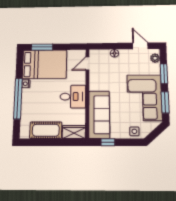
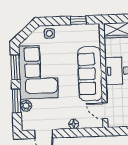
plant: (155, 58) -> (26, 106), moved
door: (87, 63) -> (105, 111), swing flipped
sofa: (99, 115) -> (90, 74), moved

